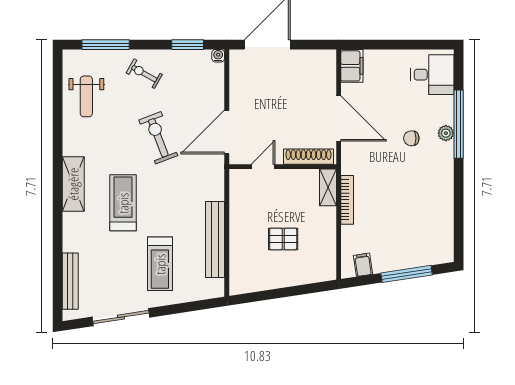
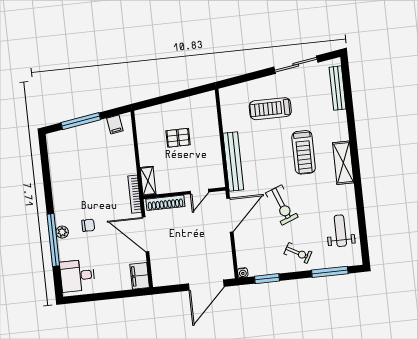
bookcase: (347, 200) -> (135, 194), moved
bench: (215, 239) -> (233, 161), moved
treadmill: (160, 264) -> (270, 109), turned -90

